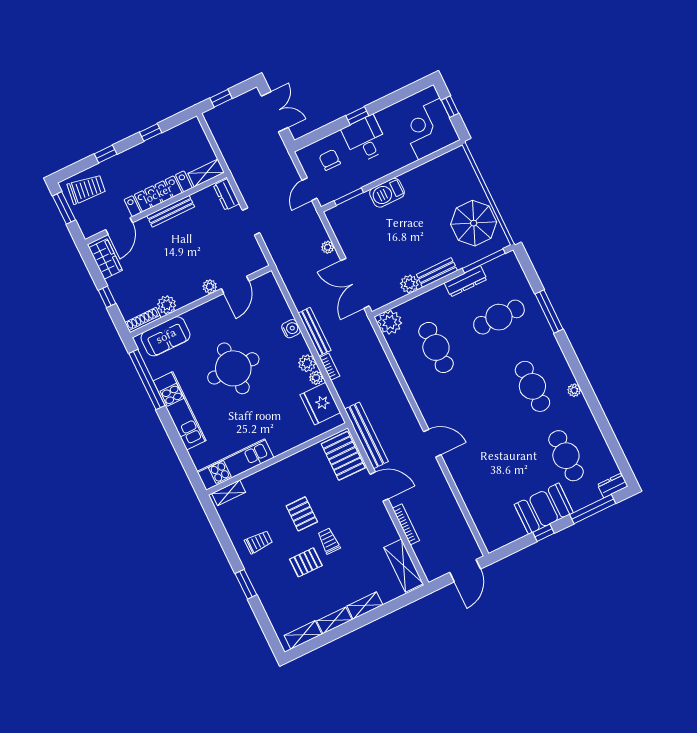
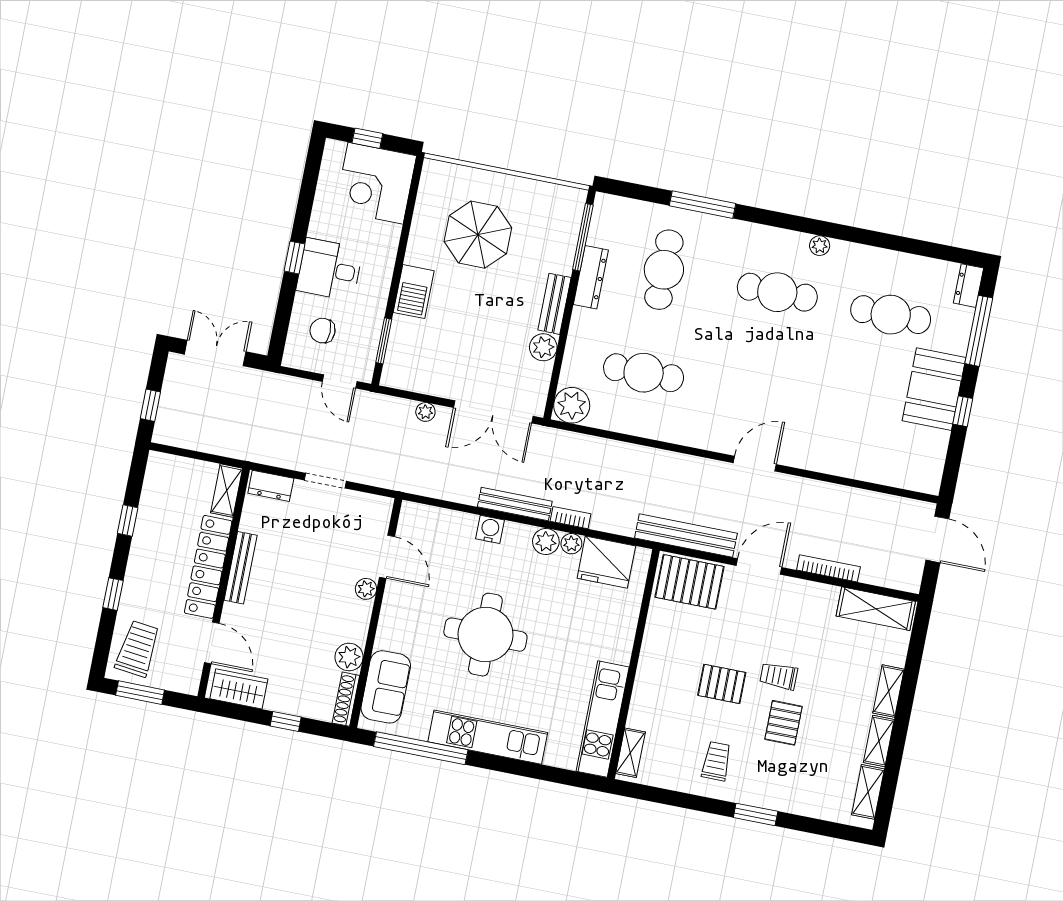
parasol: (474, 223) -> (478, 235), moved

